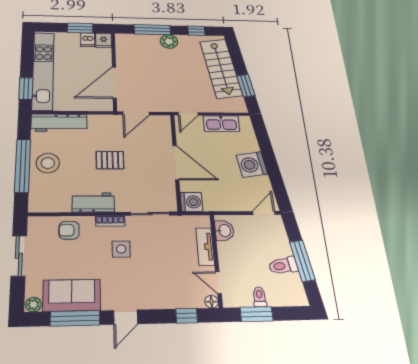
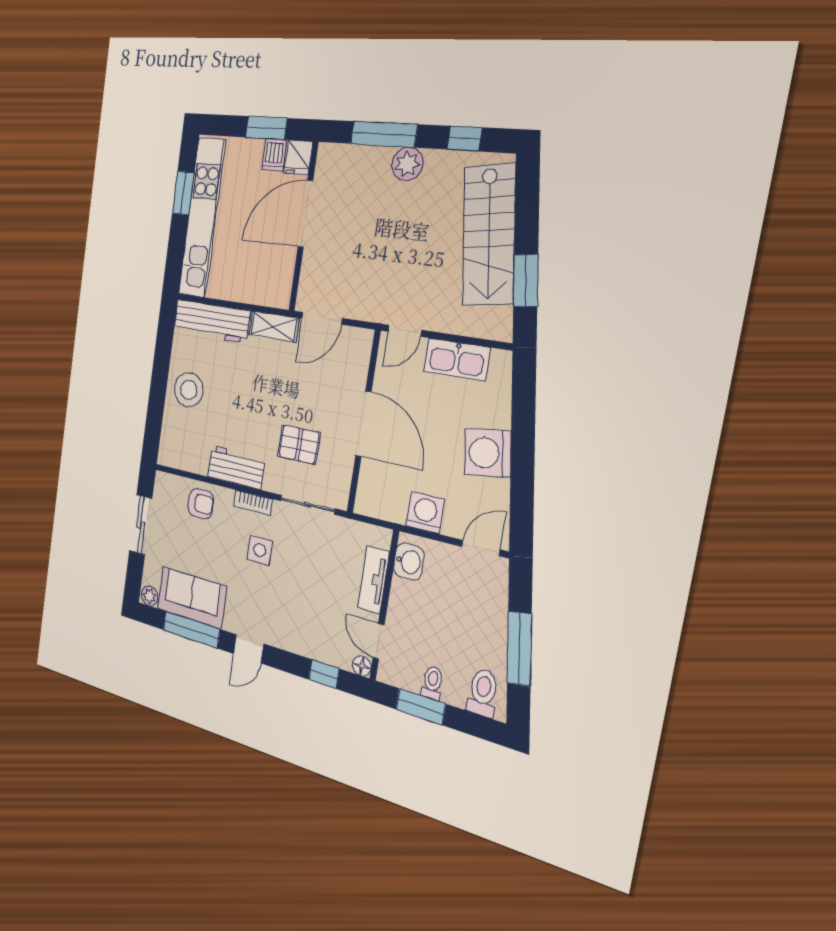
door: (114, 83) -> (305, 214), moved
window: (26, 89) -> (183, 193), moved
shelving: (105, 121) -> (274, 327), added
pallet: (110, 160) -> (299, 444), moved
window: (23, 166) -> (158, 388), removed
washing machine: (191, 202) -> (425, 513), moved, turned -90
armchair: (69, 230) -> (201, 504), turned 180
toilet: (283, 266) -> (483, 693), moved, turned 99

